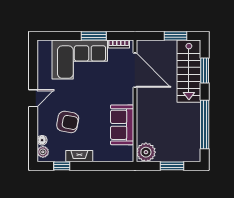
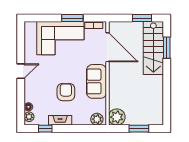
armchair: (68, 122) -> (66, 92), moved, turned -101
window: (205, 124) -> (167, 93), removed
sofa: (122, 125) -> (96, 81), moved
plant: (123, 155) -> (97, 119), added

